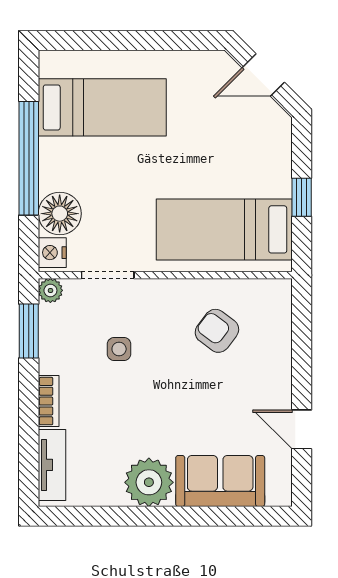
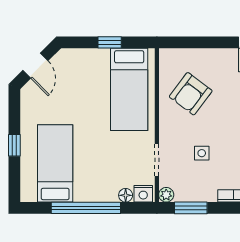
window: (132, 40) -> (14, 145), added
floor lamp: (60, 214) -> (126, 195), width x0.53, depth x0.53
armchair: (217, 331) -> (191, 94), width x1.38, depth x1.38

